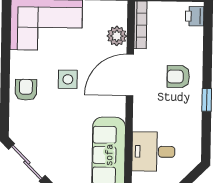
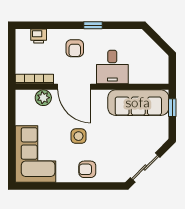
printer: (195, 16) -> (39, 36), moved
desk: (153, 152) -> (112, 67), moved

